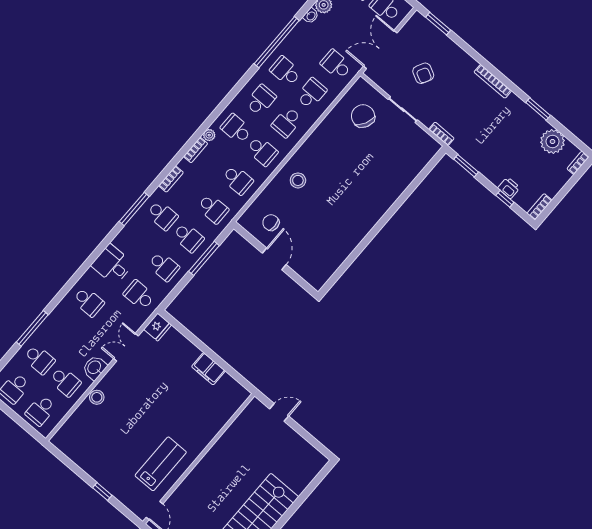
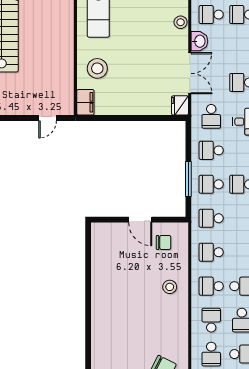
school desk: (139, 295) -> (211, 116), turned 90
double door: (126, 347) -> (190, 73), width x1.37
filing cabinet: (208, 369) -> (85, 102), moved, turned 90
stool: (201, 418) -> (97, 68), added

